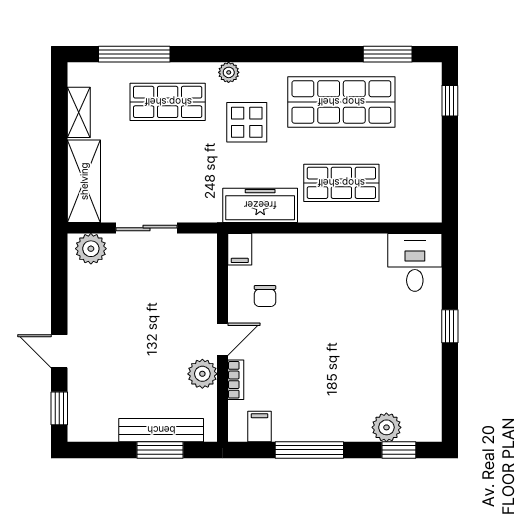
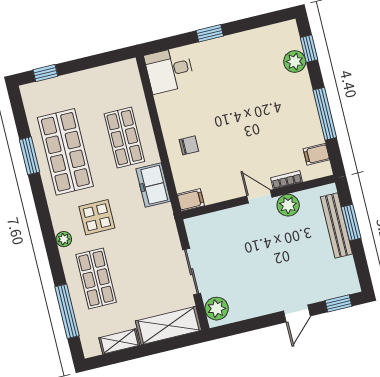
window: (388, 54) -> (29, 156), moved
freezer: (260, 205) -> (153, 185), width x0.71
chair: (265, 296) -> (189, 145), moved

